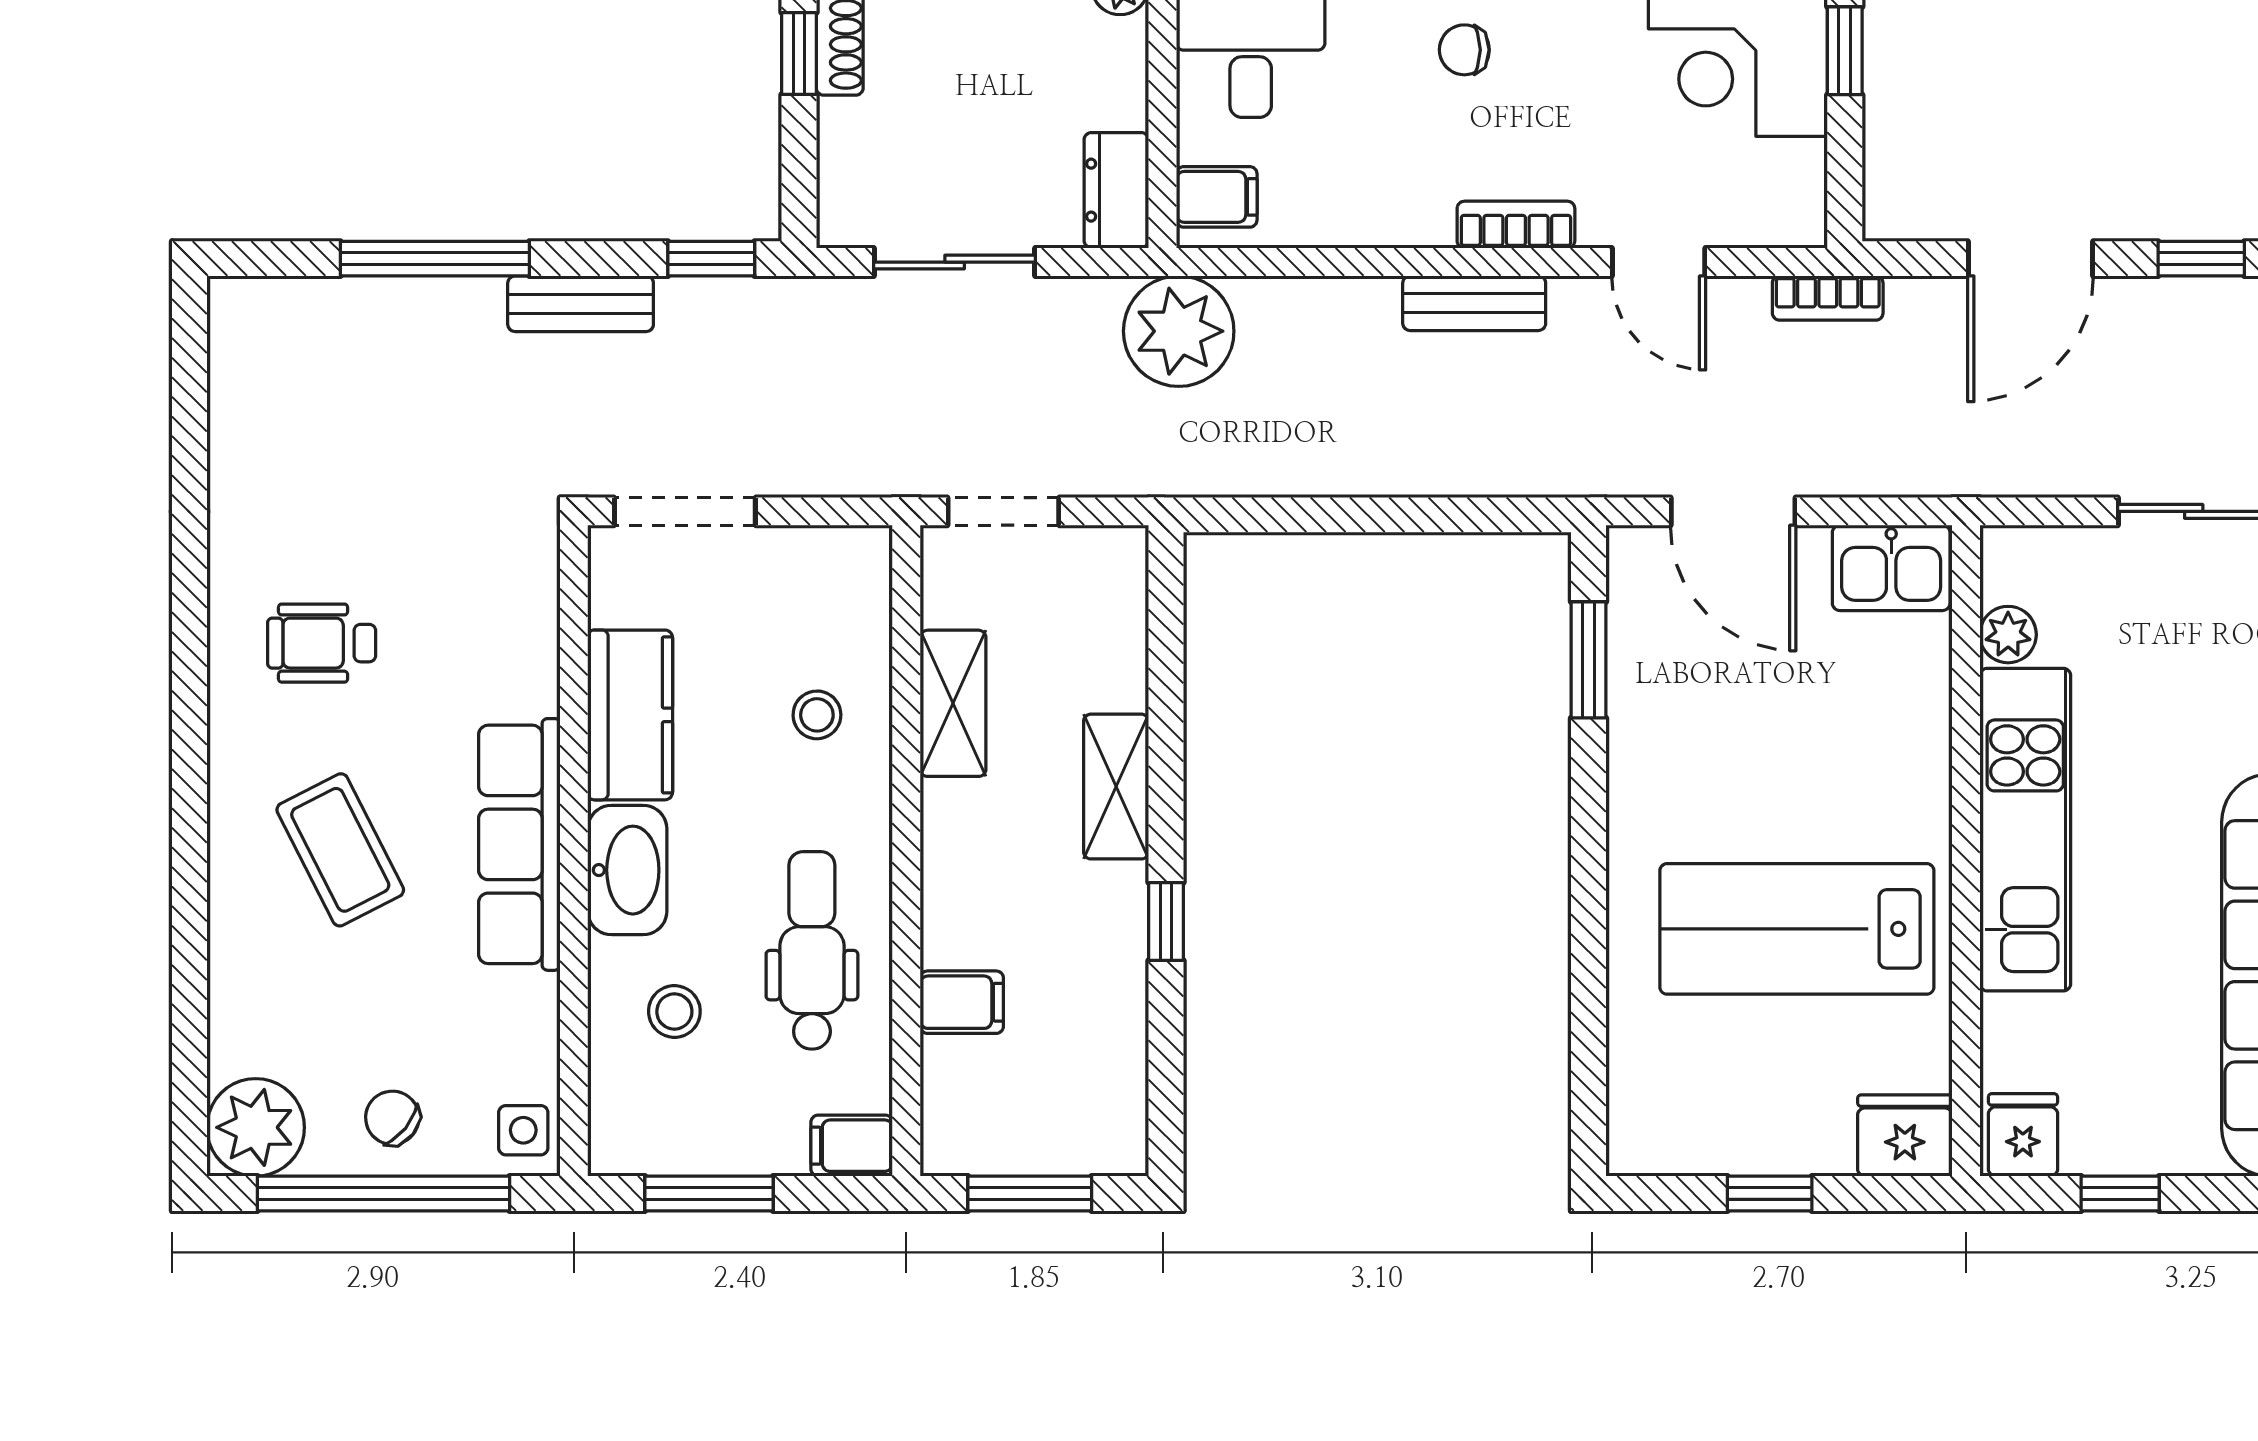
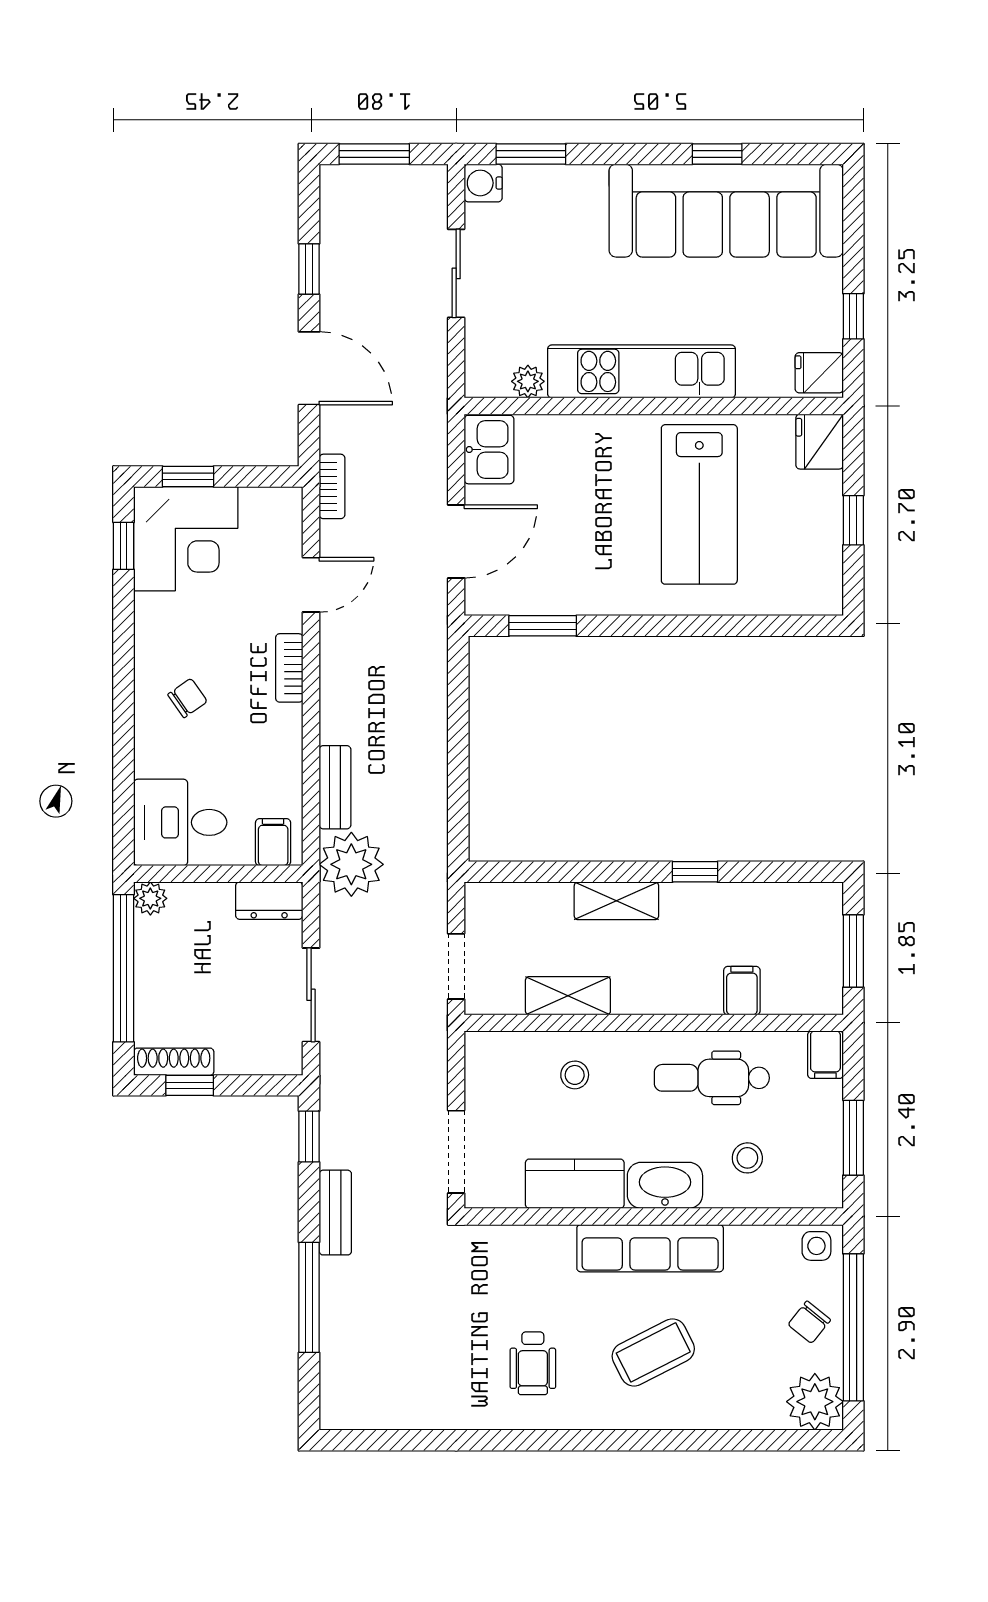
chair: (1464, 50) -> (187, 698), turned -125
bench: (1474, 303) -> (335, 787), moved

